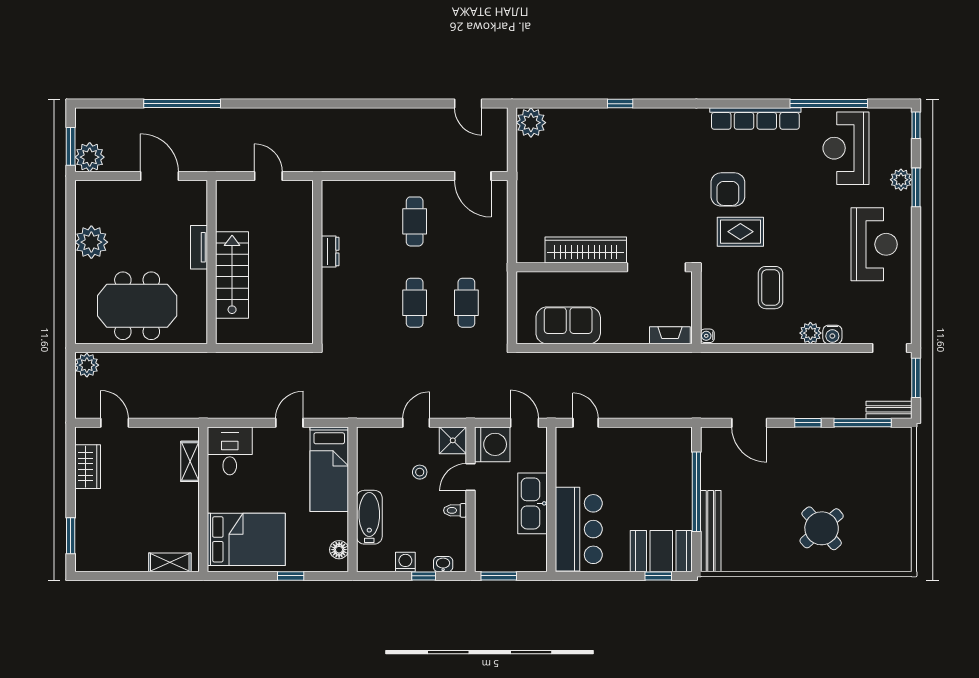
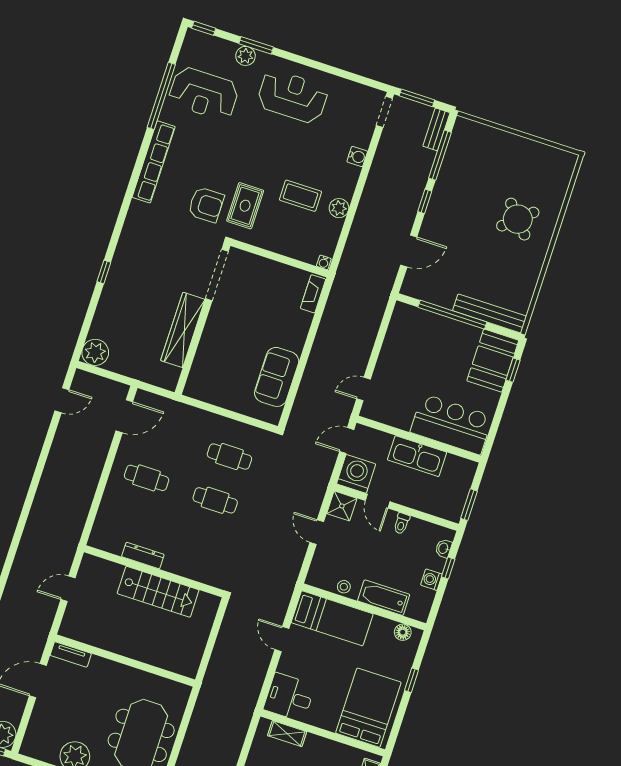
tv unit: (199, 247) -> (71, 654), moved
wardrobe: (586, 250) -> (183, 330), moved
dresser: (330, 252) -> (143, 556), width x1.44
wall: (604, 267) -> (203, 319), moved
doorway: (656, 267) -> (217, 275), moved
stairs: (232, 275) -> (158, 592), moved, turned 180
plant: (810, 333) -> (339, 208), moved
stool: (420, 472) -> (344, 587), moved

